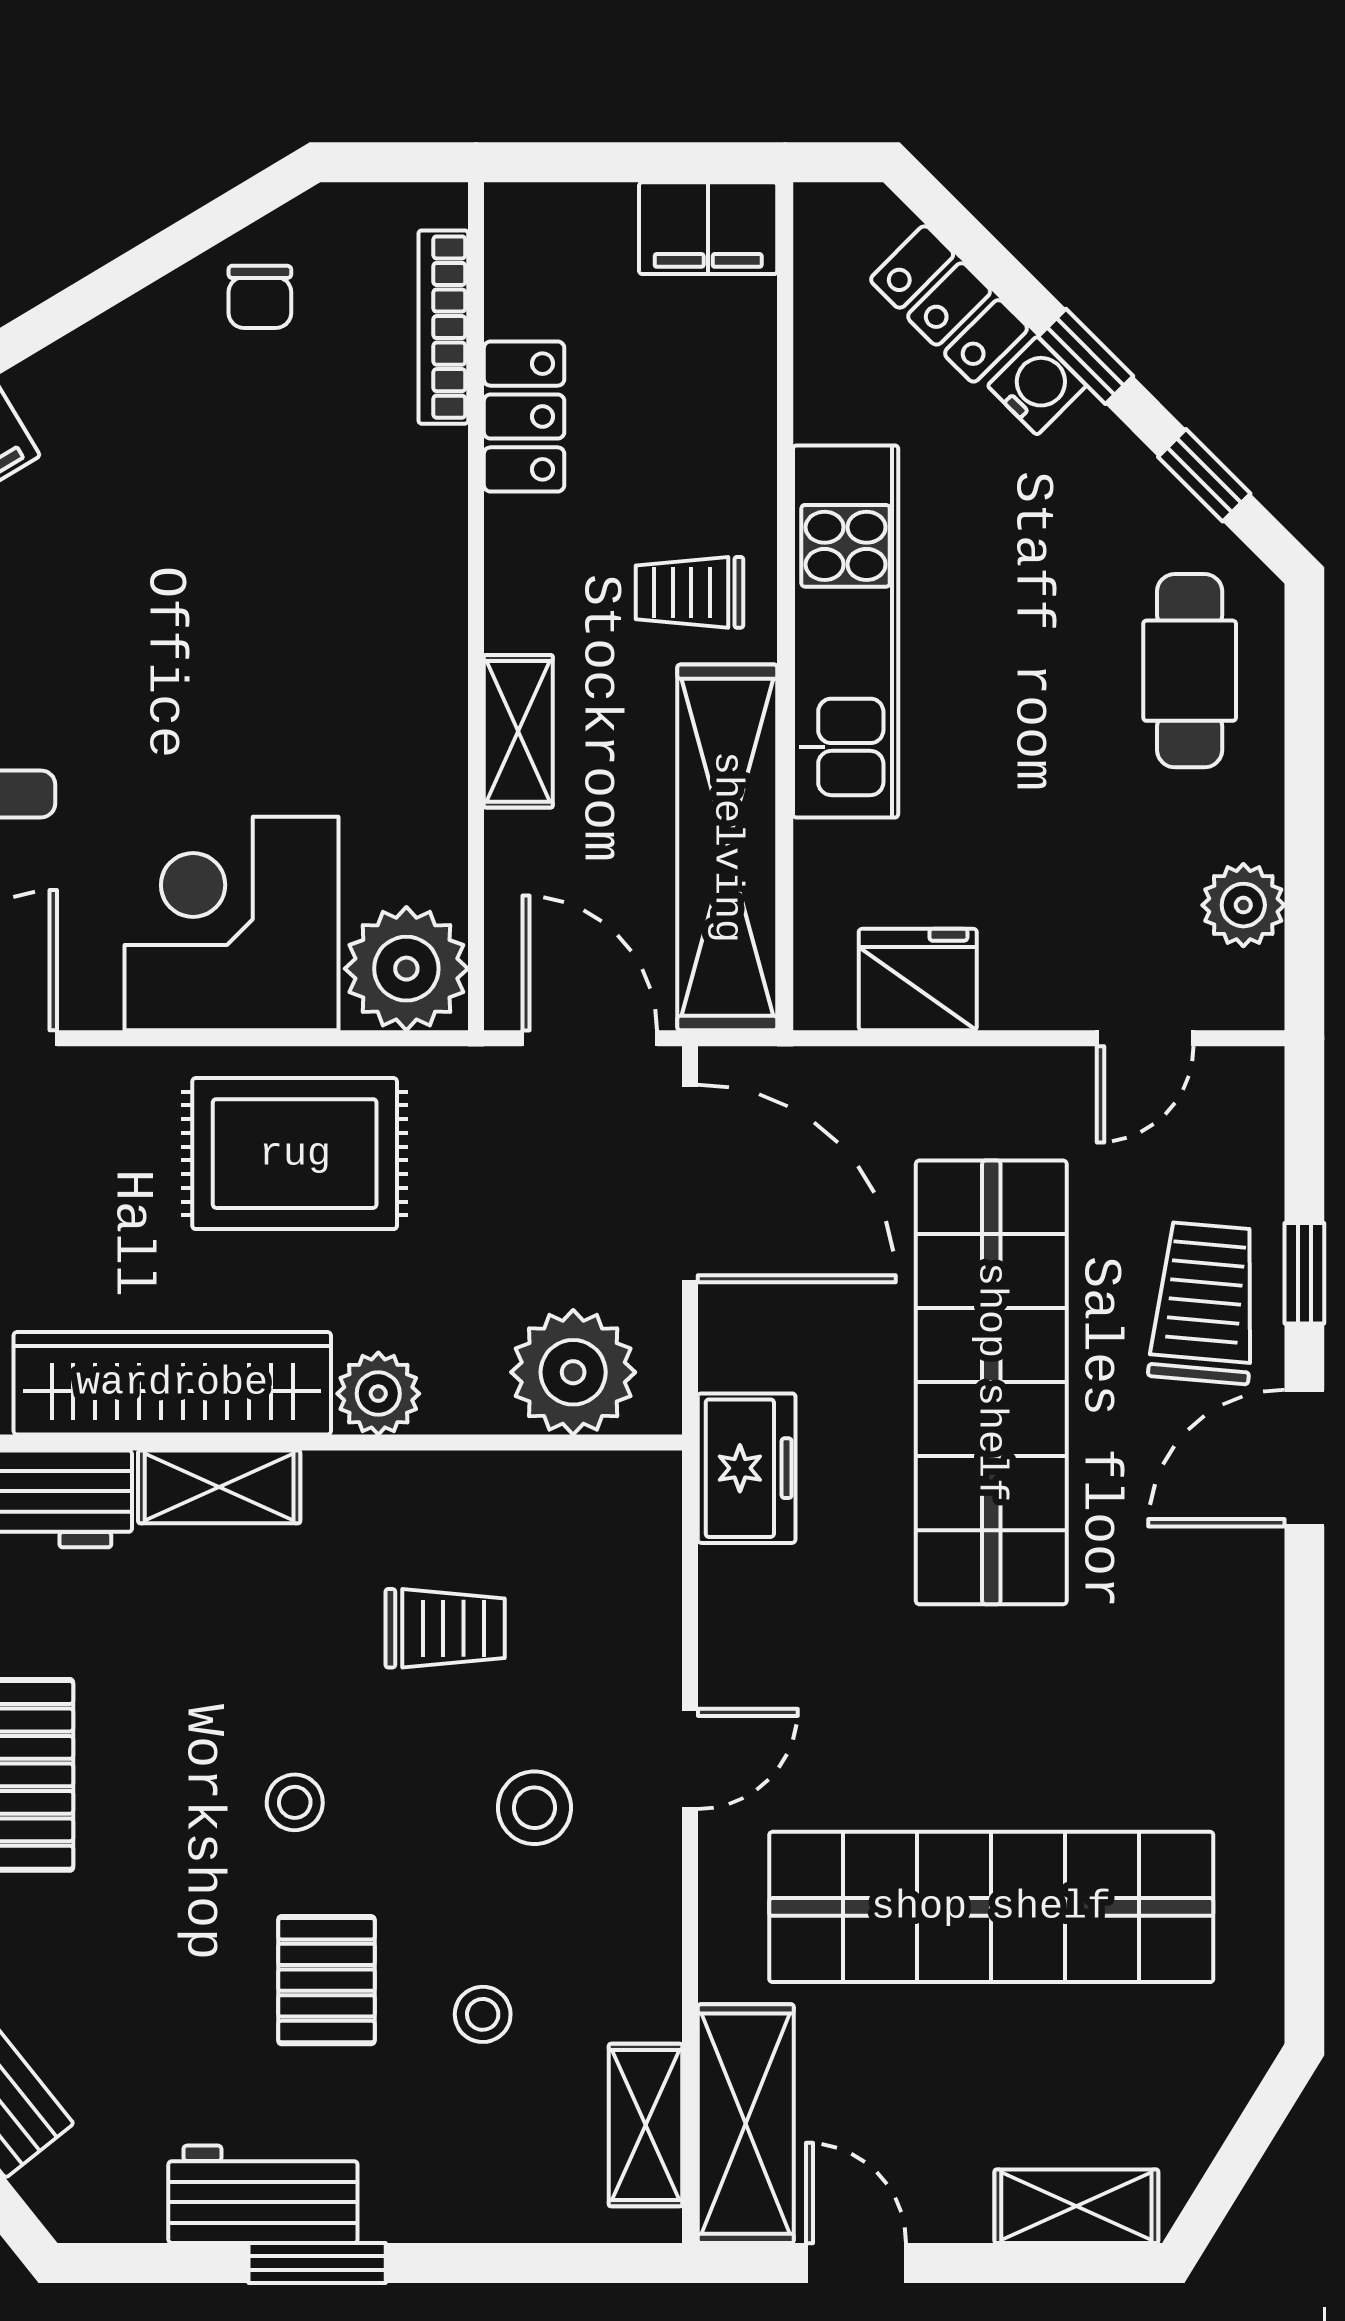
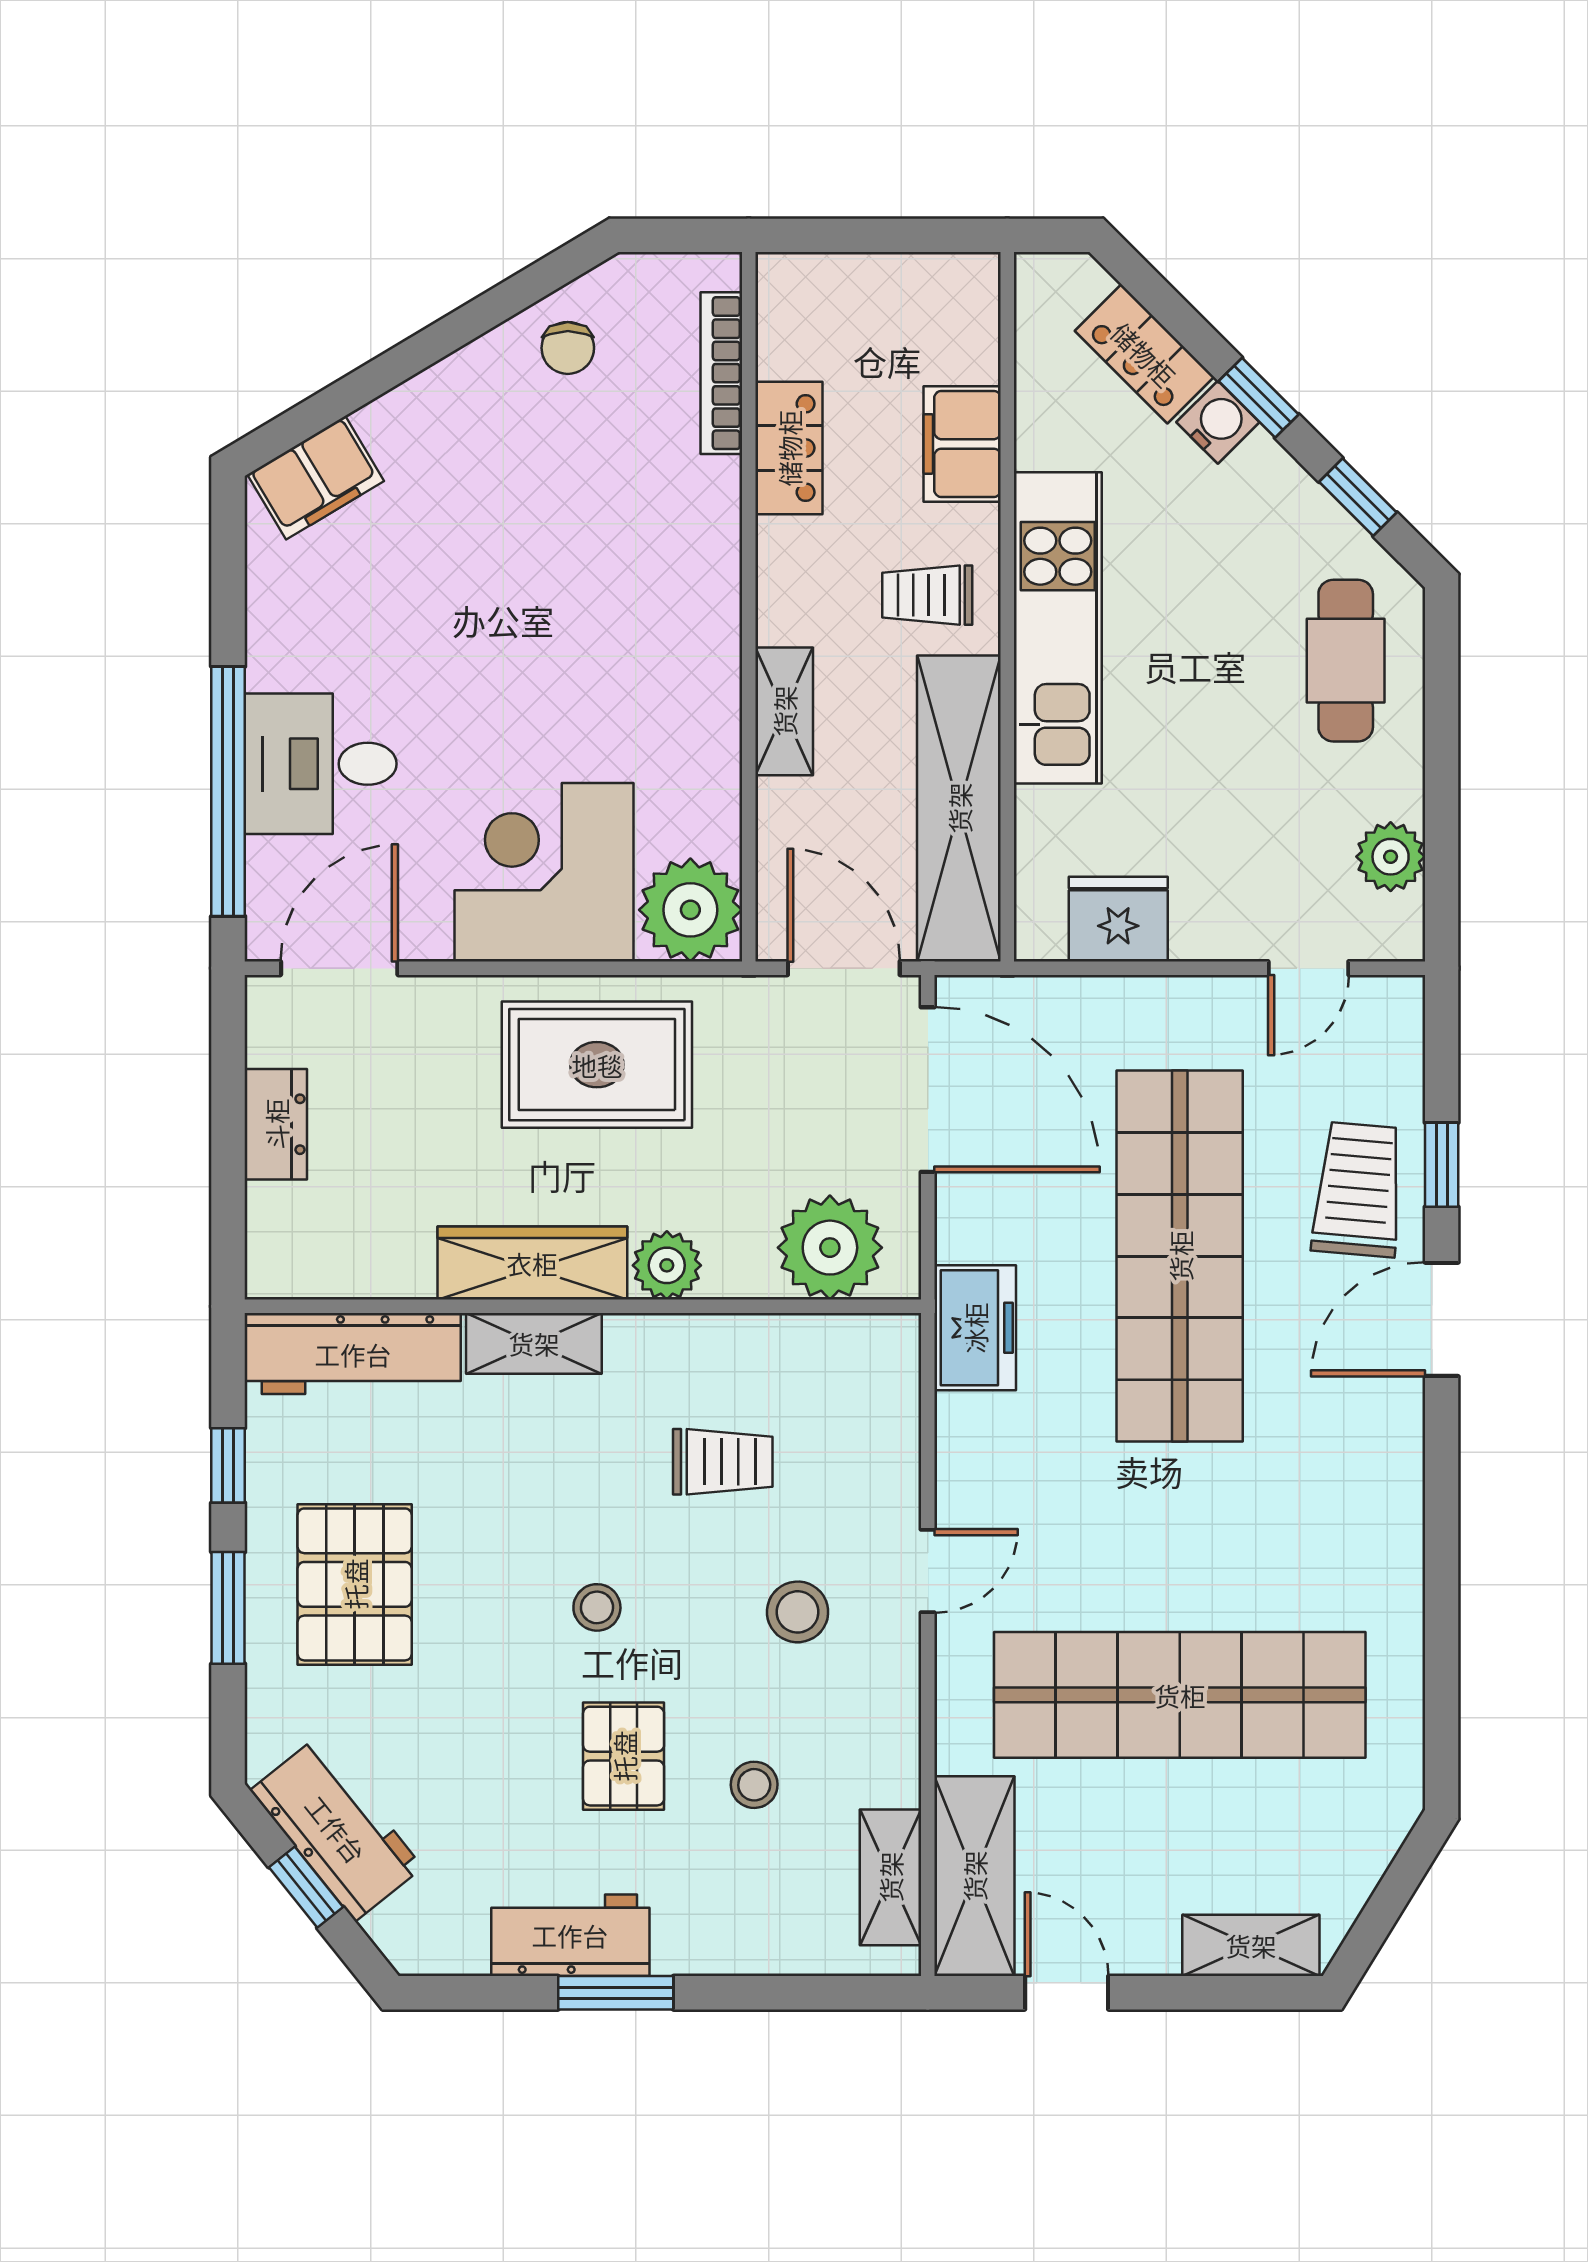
filing cabinet: (708, 228) -> (962, 444), moved, turned 90
wardrobe: (172, 1383) -> (532, 1263), width x0.71, depth x0.85

